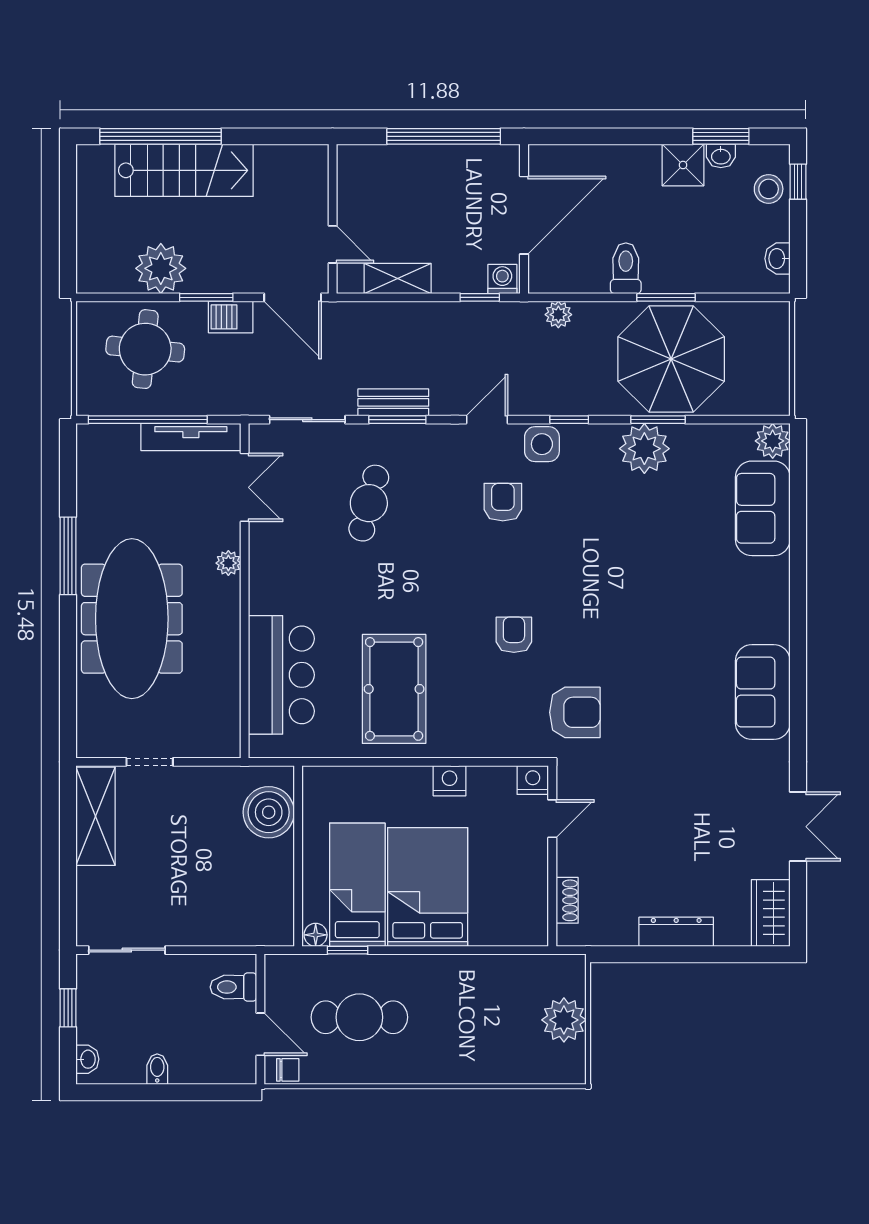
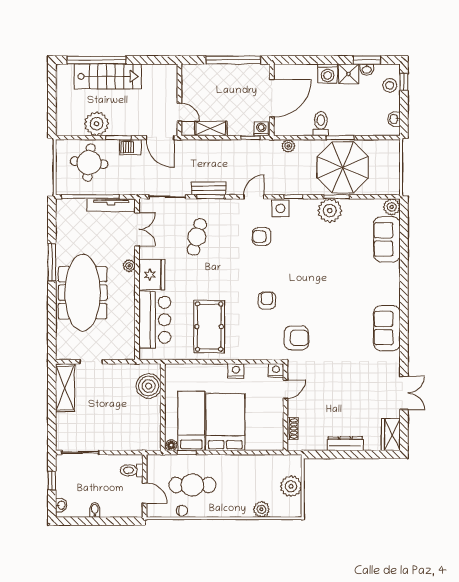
washing machine: (639, 164) -> (327, 74), added
armchair: (503, 502) -> (262, 236), turned -90
fridge: (275, 581) -> (152, 275), added
plant: (503, 1068) -> (261, 509), added
chair: (288, 1070) -> (182, 511), moved

